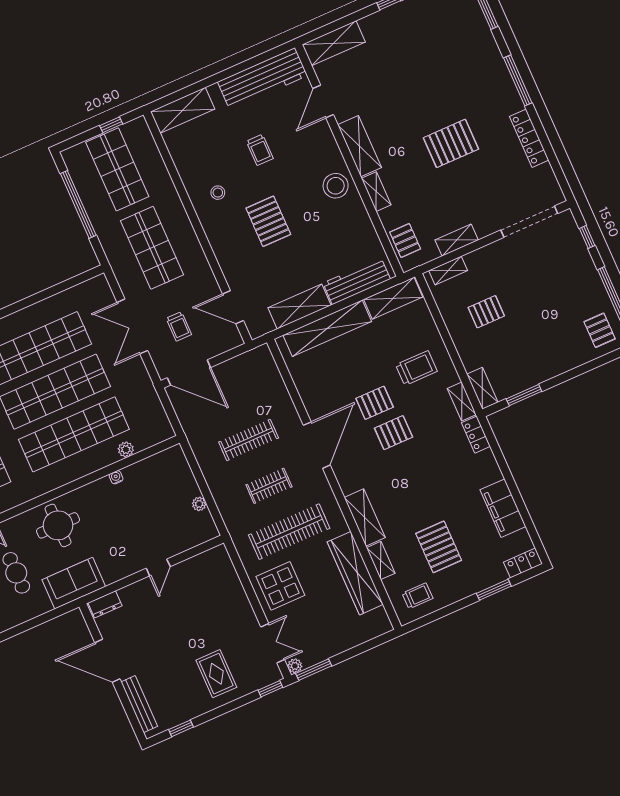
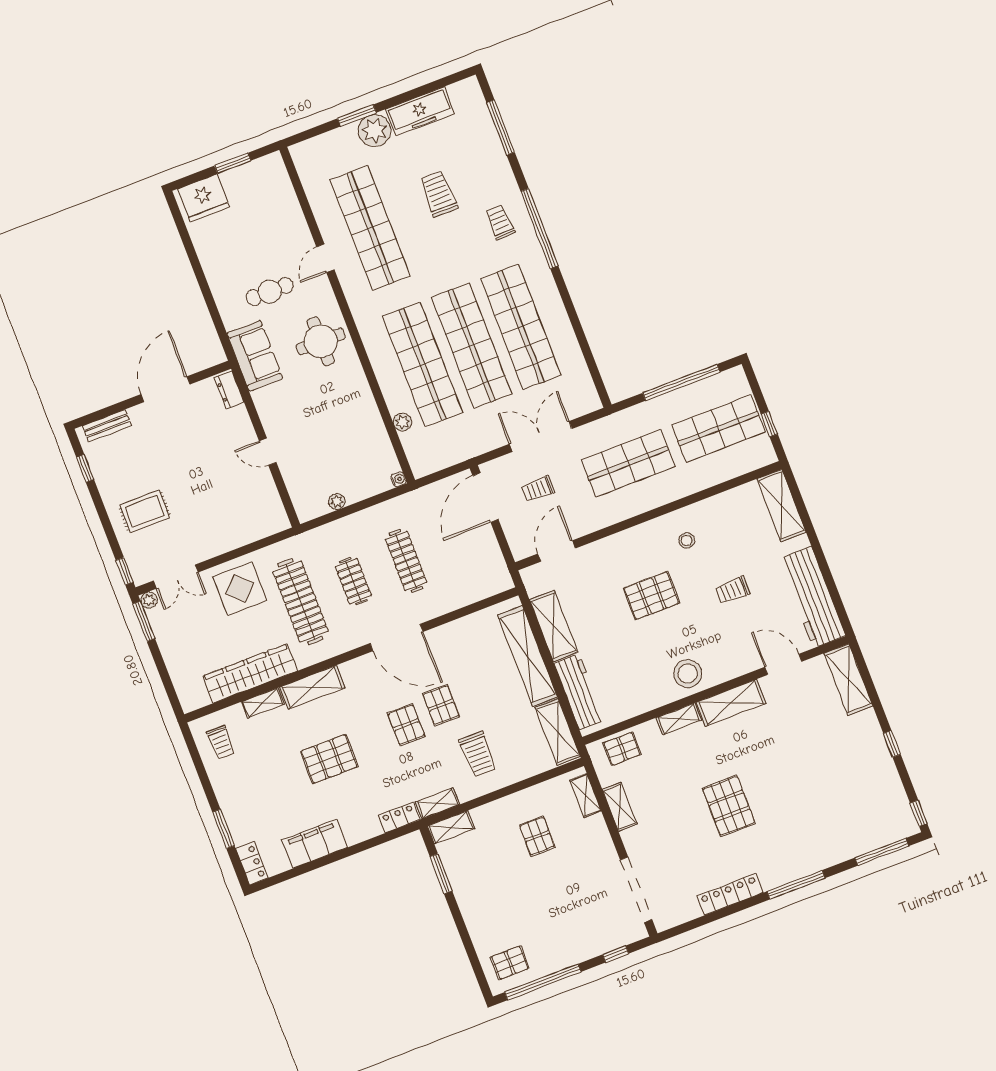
water cooler: (116, 477) -> (398, 479), moved
pallet: (439, 547) -> (329, 759), moved
bench: (139, 704) -> (107, 426), width x0.73

